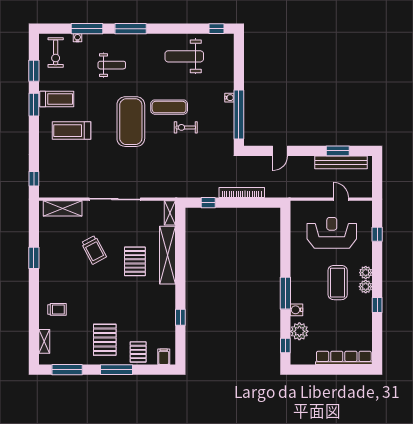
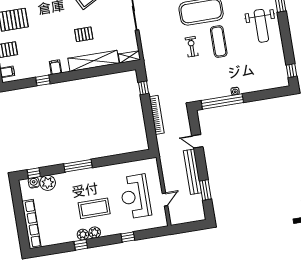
weight bench: (184, 56) -> (261, 26), moved, turned 180
exercise bike: (186, 127) -> (192, 47), moved
bench: (341, 162) -> (192, 172), moved
reception desk: (332, 233) -> (135, 196), turned 180
window: (377, 234) -> (128, 237), moved
pallet: (135, 261) -> (84, 34), width x0.67, depth x0.71
plant: (366, 273) -> (83, 235), moved
filing cabinet: (167, 300) -> (55, 67), added
water cooler: (296, 310) -> (34, 183), moved

